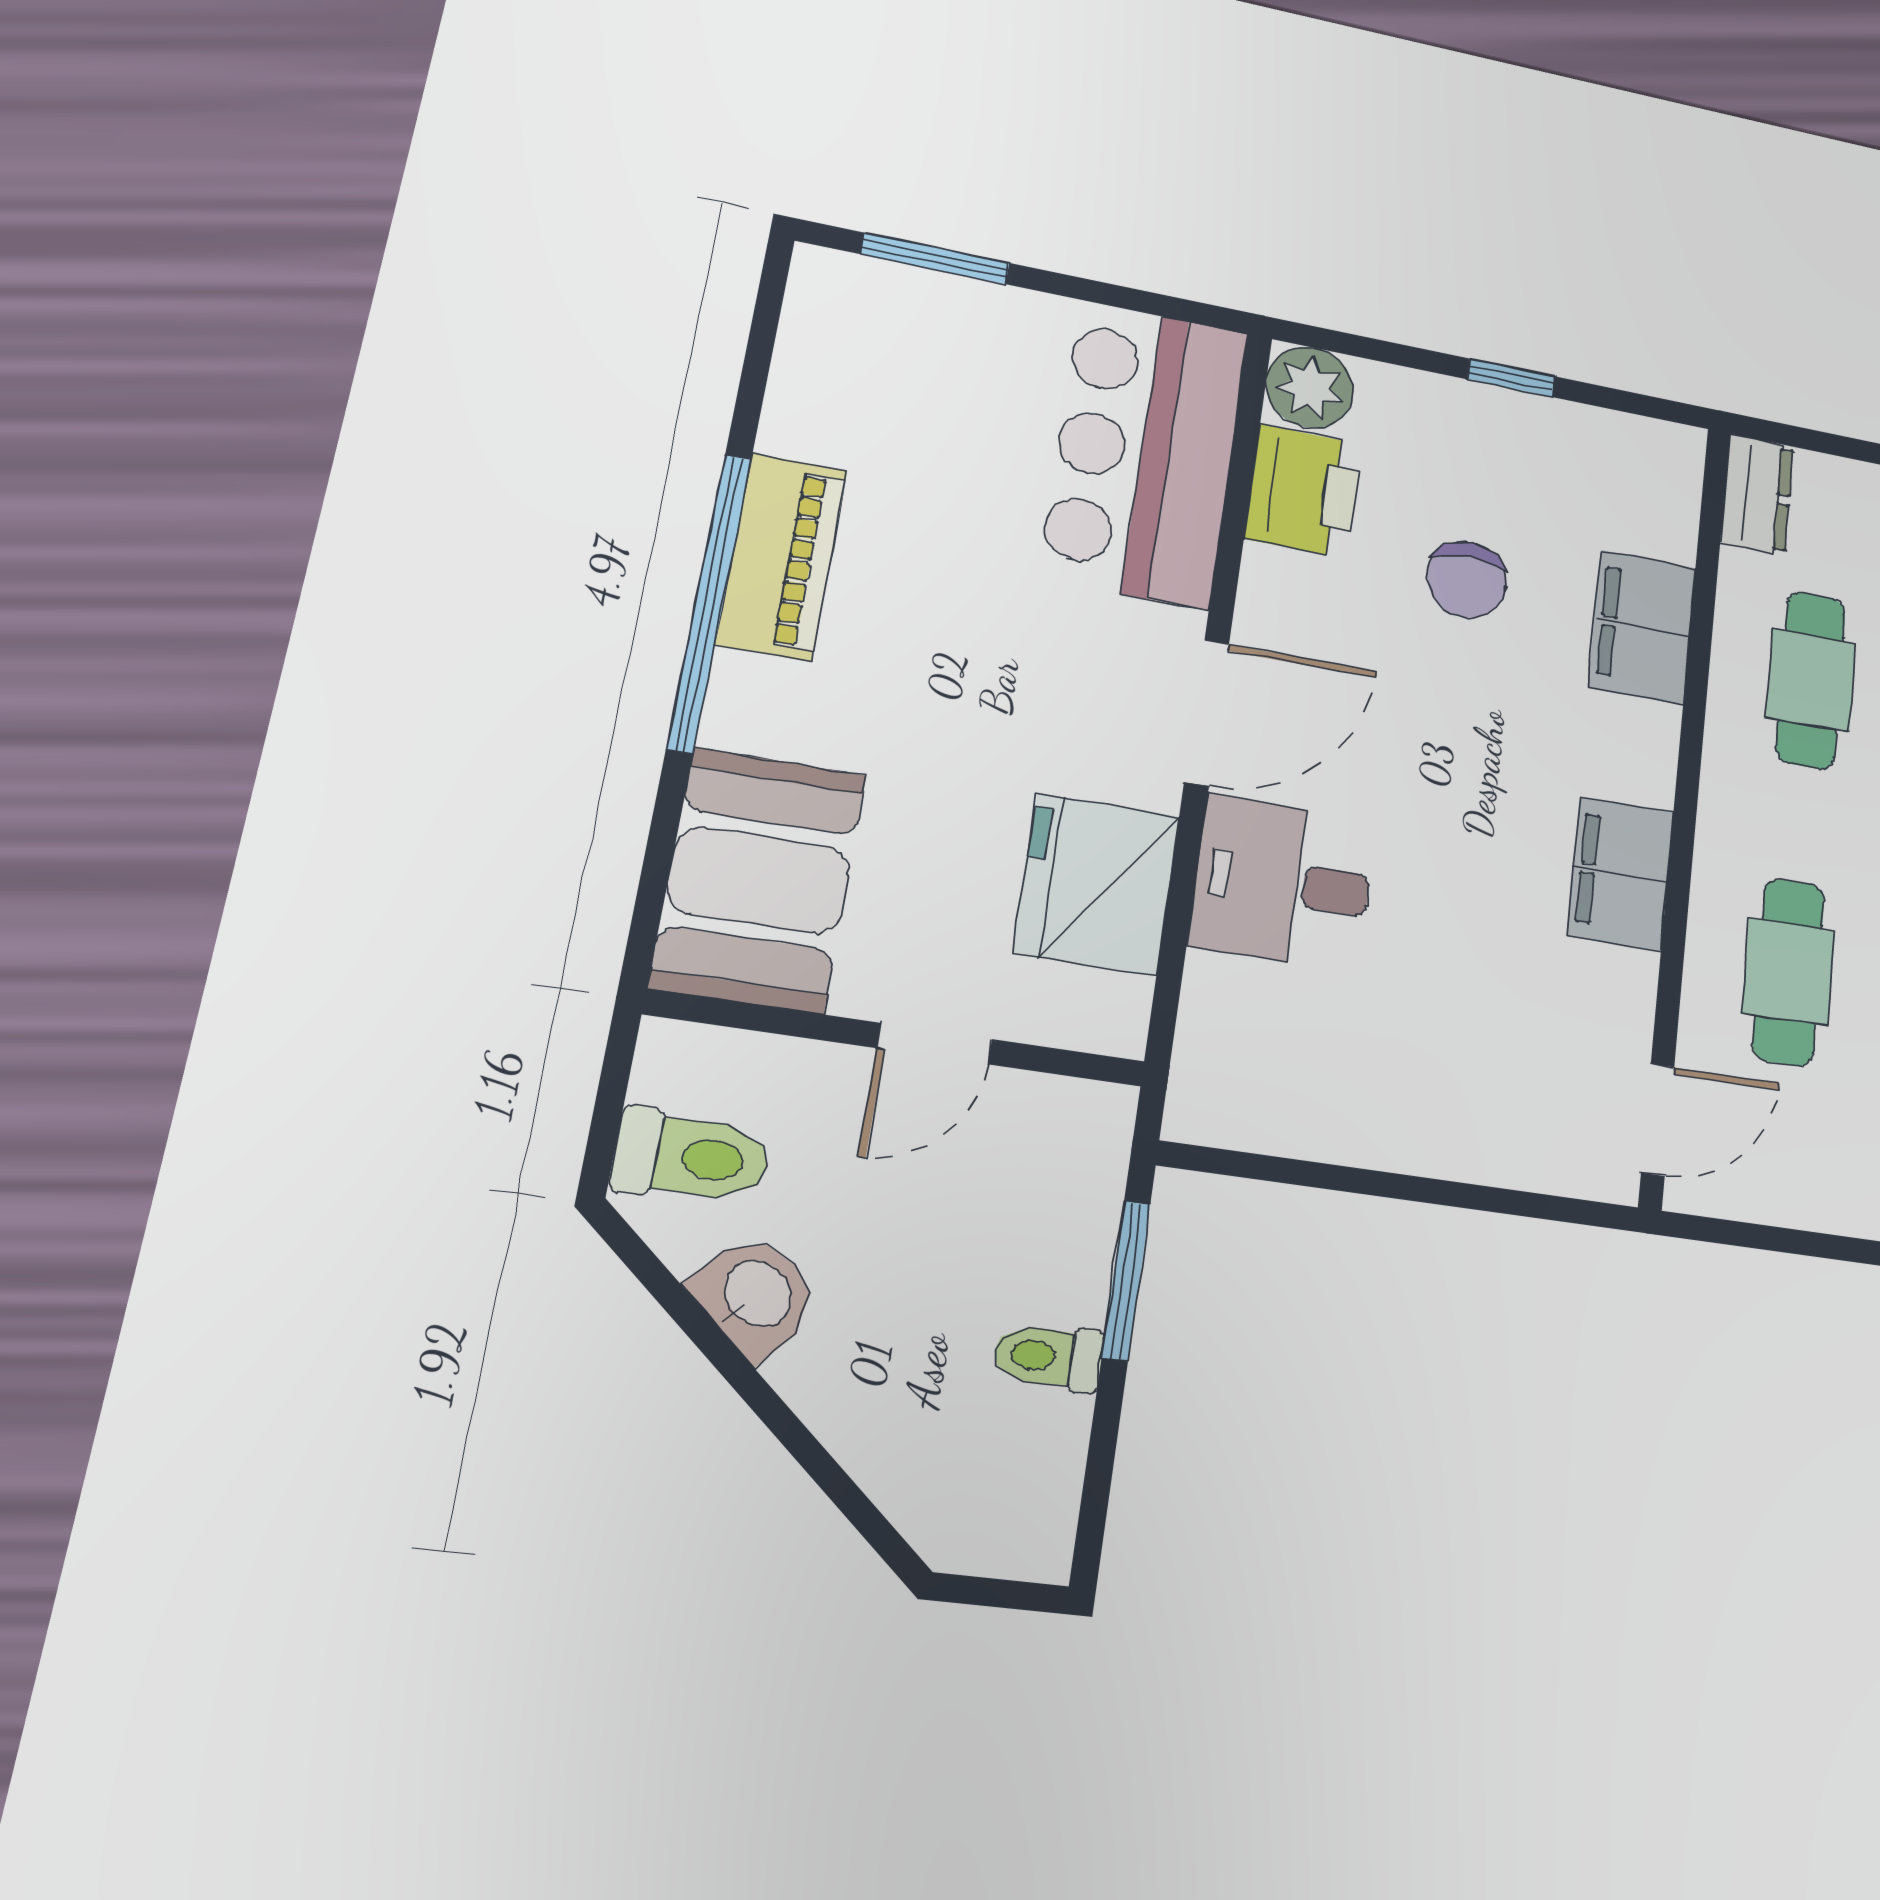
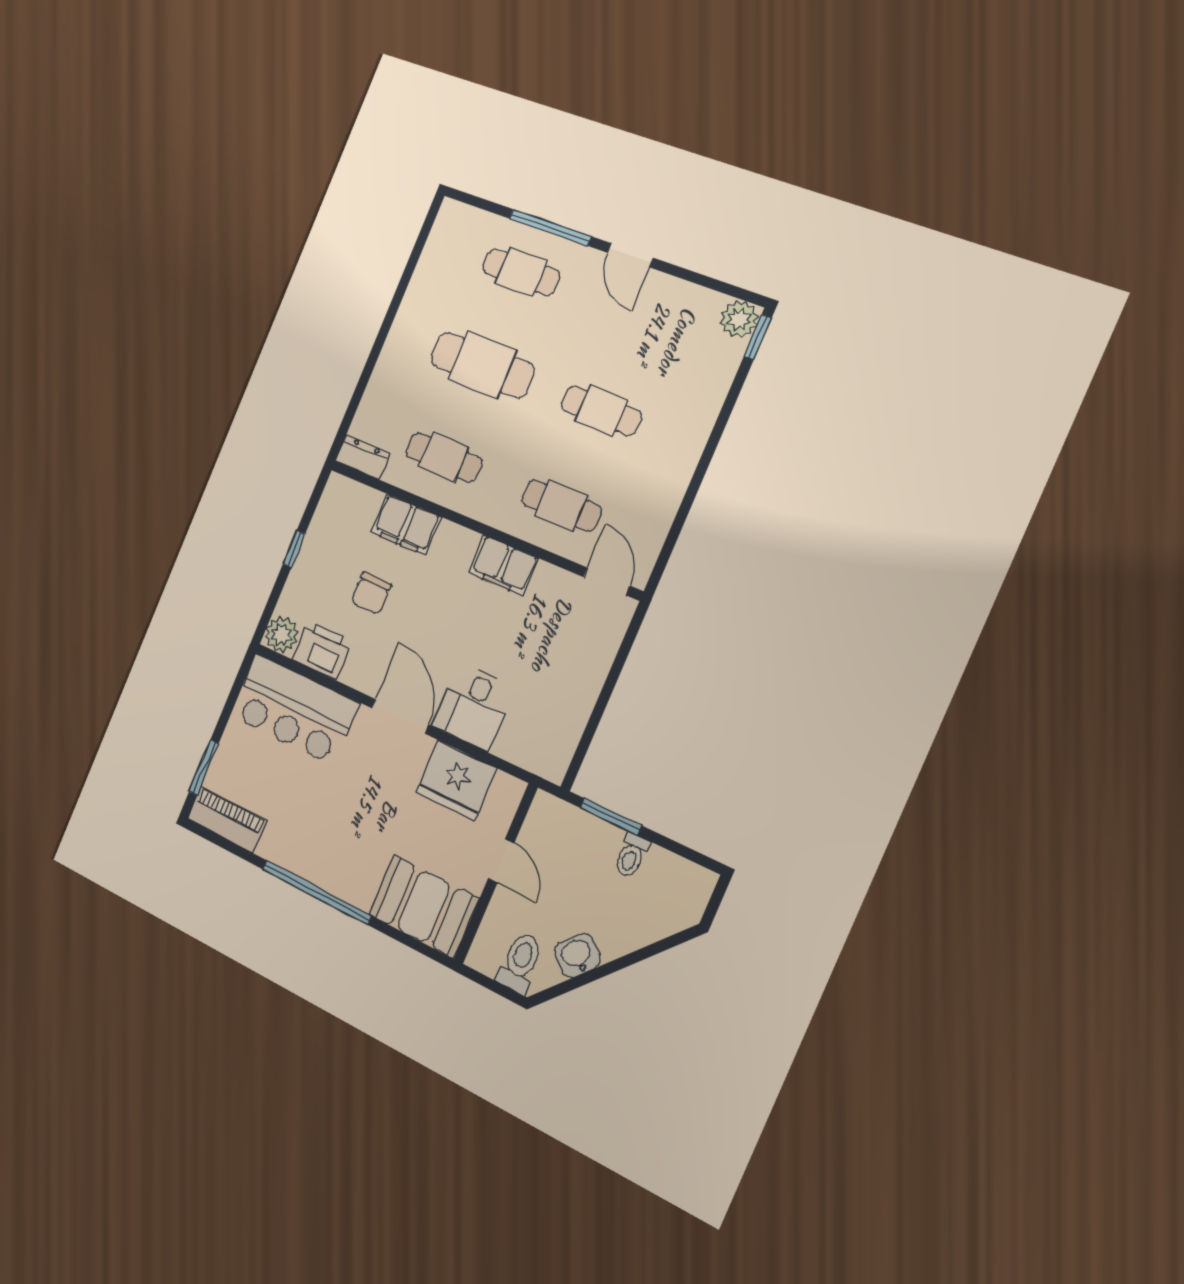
piano: (782, 557) -> (227, 820), moved
chair: (1467, 580) -> (371, 594), turned 90

